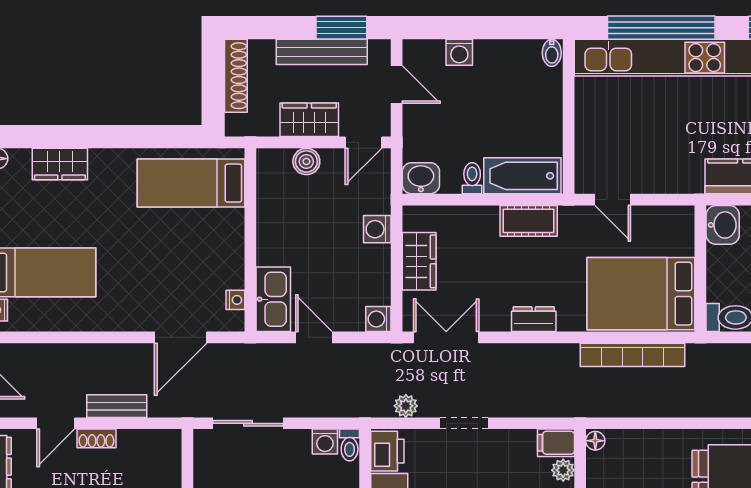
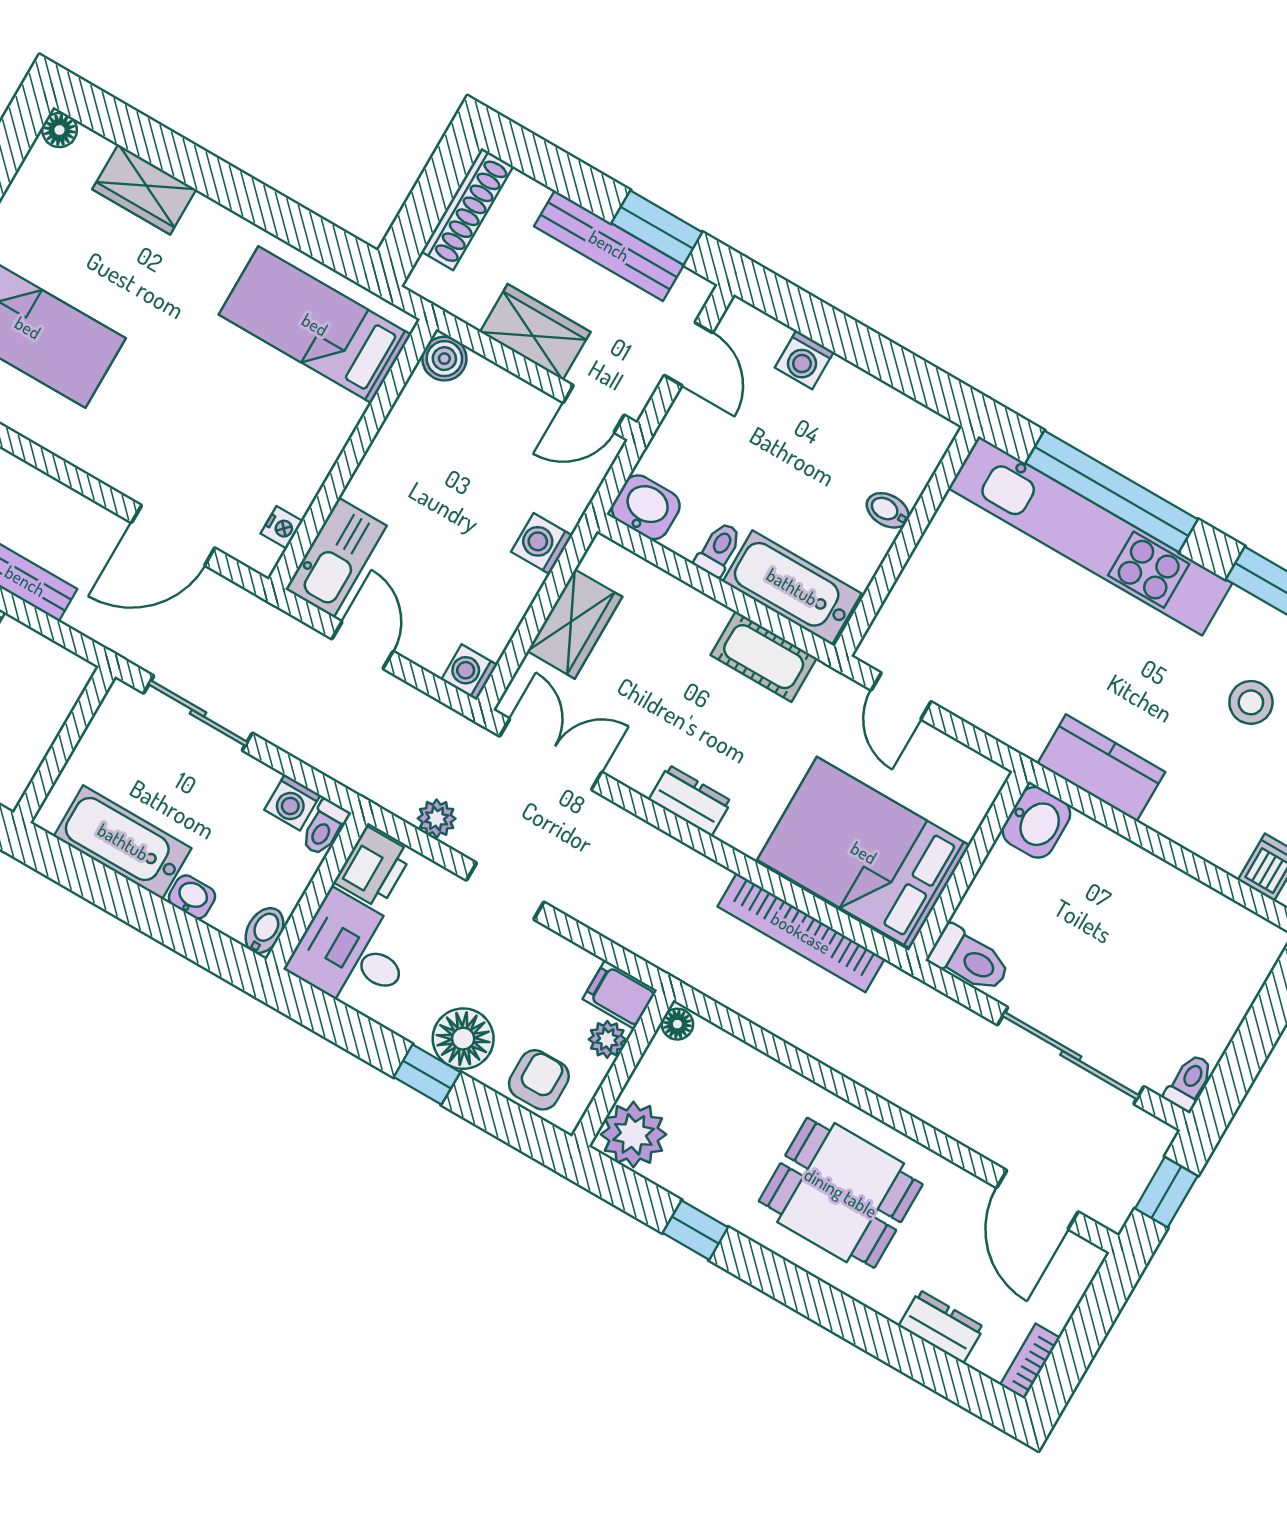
bidet: (552, 53) -> (888, 510), moved, turned 90
boiler: (306, 161) -> (444, 359), moved

